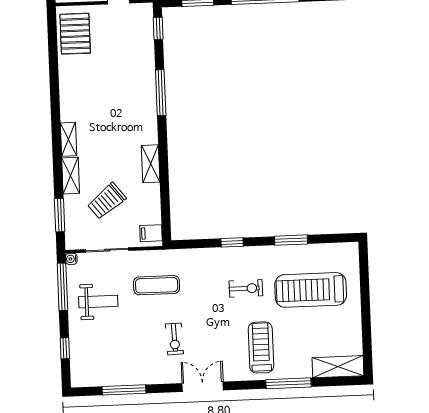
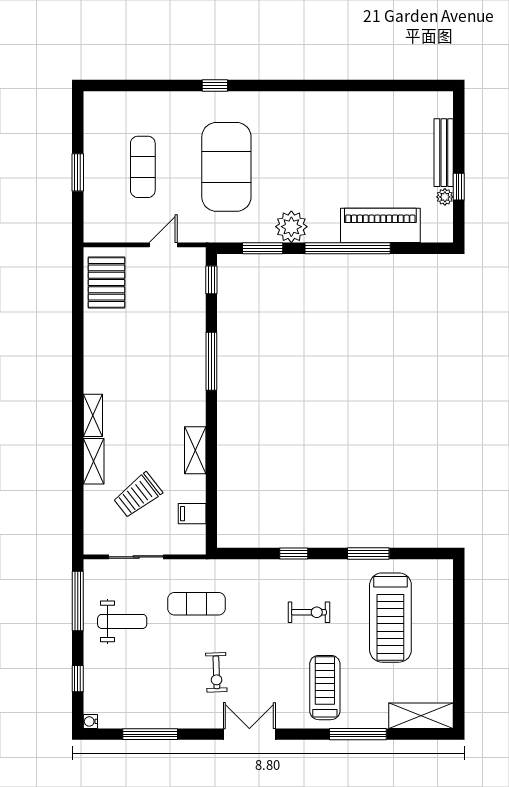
window: (60, 215) -> (78, 511), removed
filing cabinet: (151, 233) -> (192, 514), moved
water cooler: (71, 259) -> (90, 721), moved
treadmill: (311, 290) -> (390, 618), turned -90

